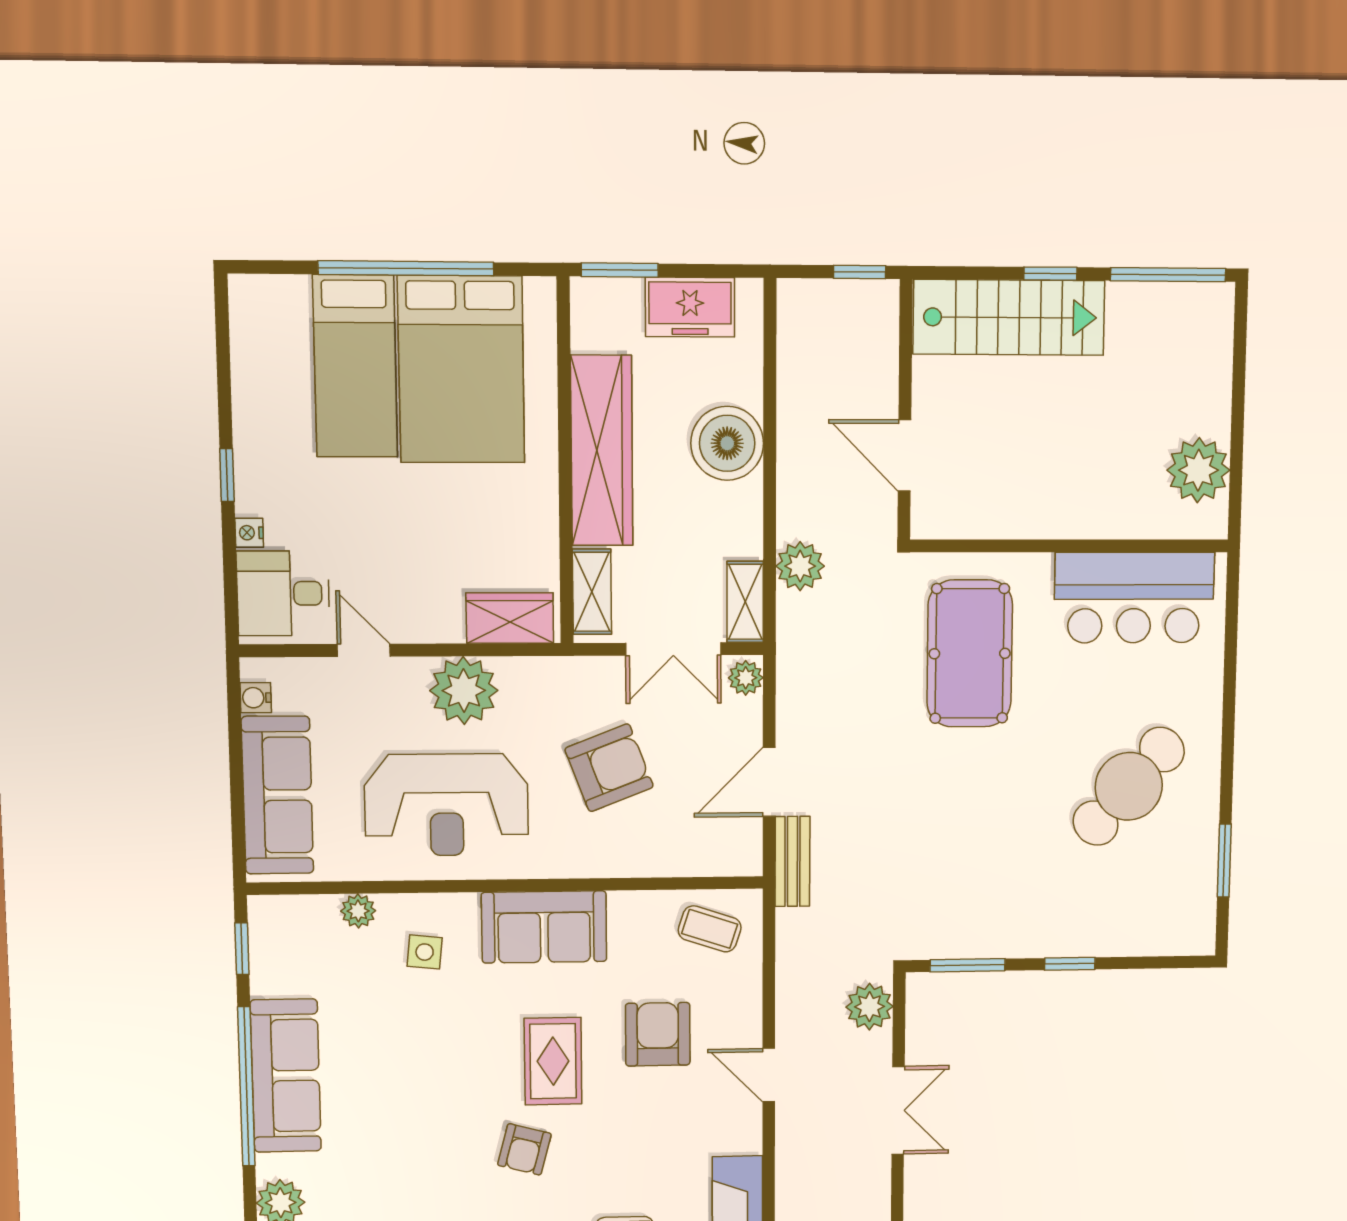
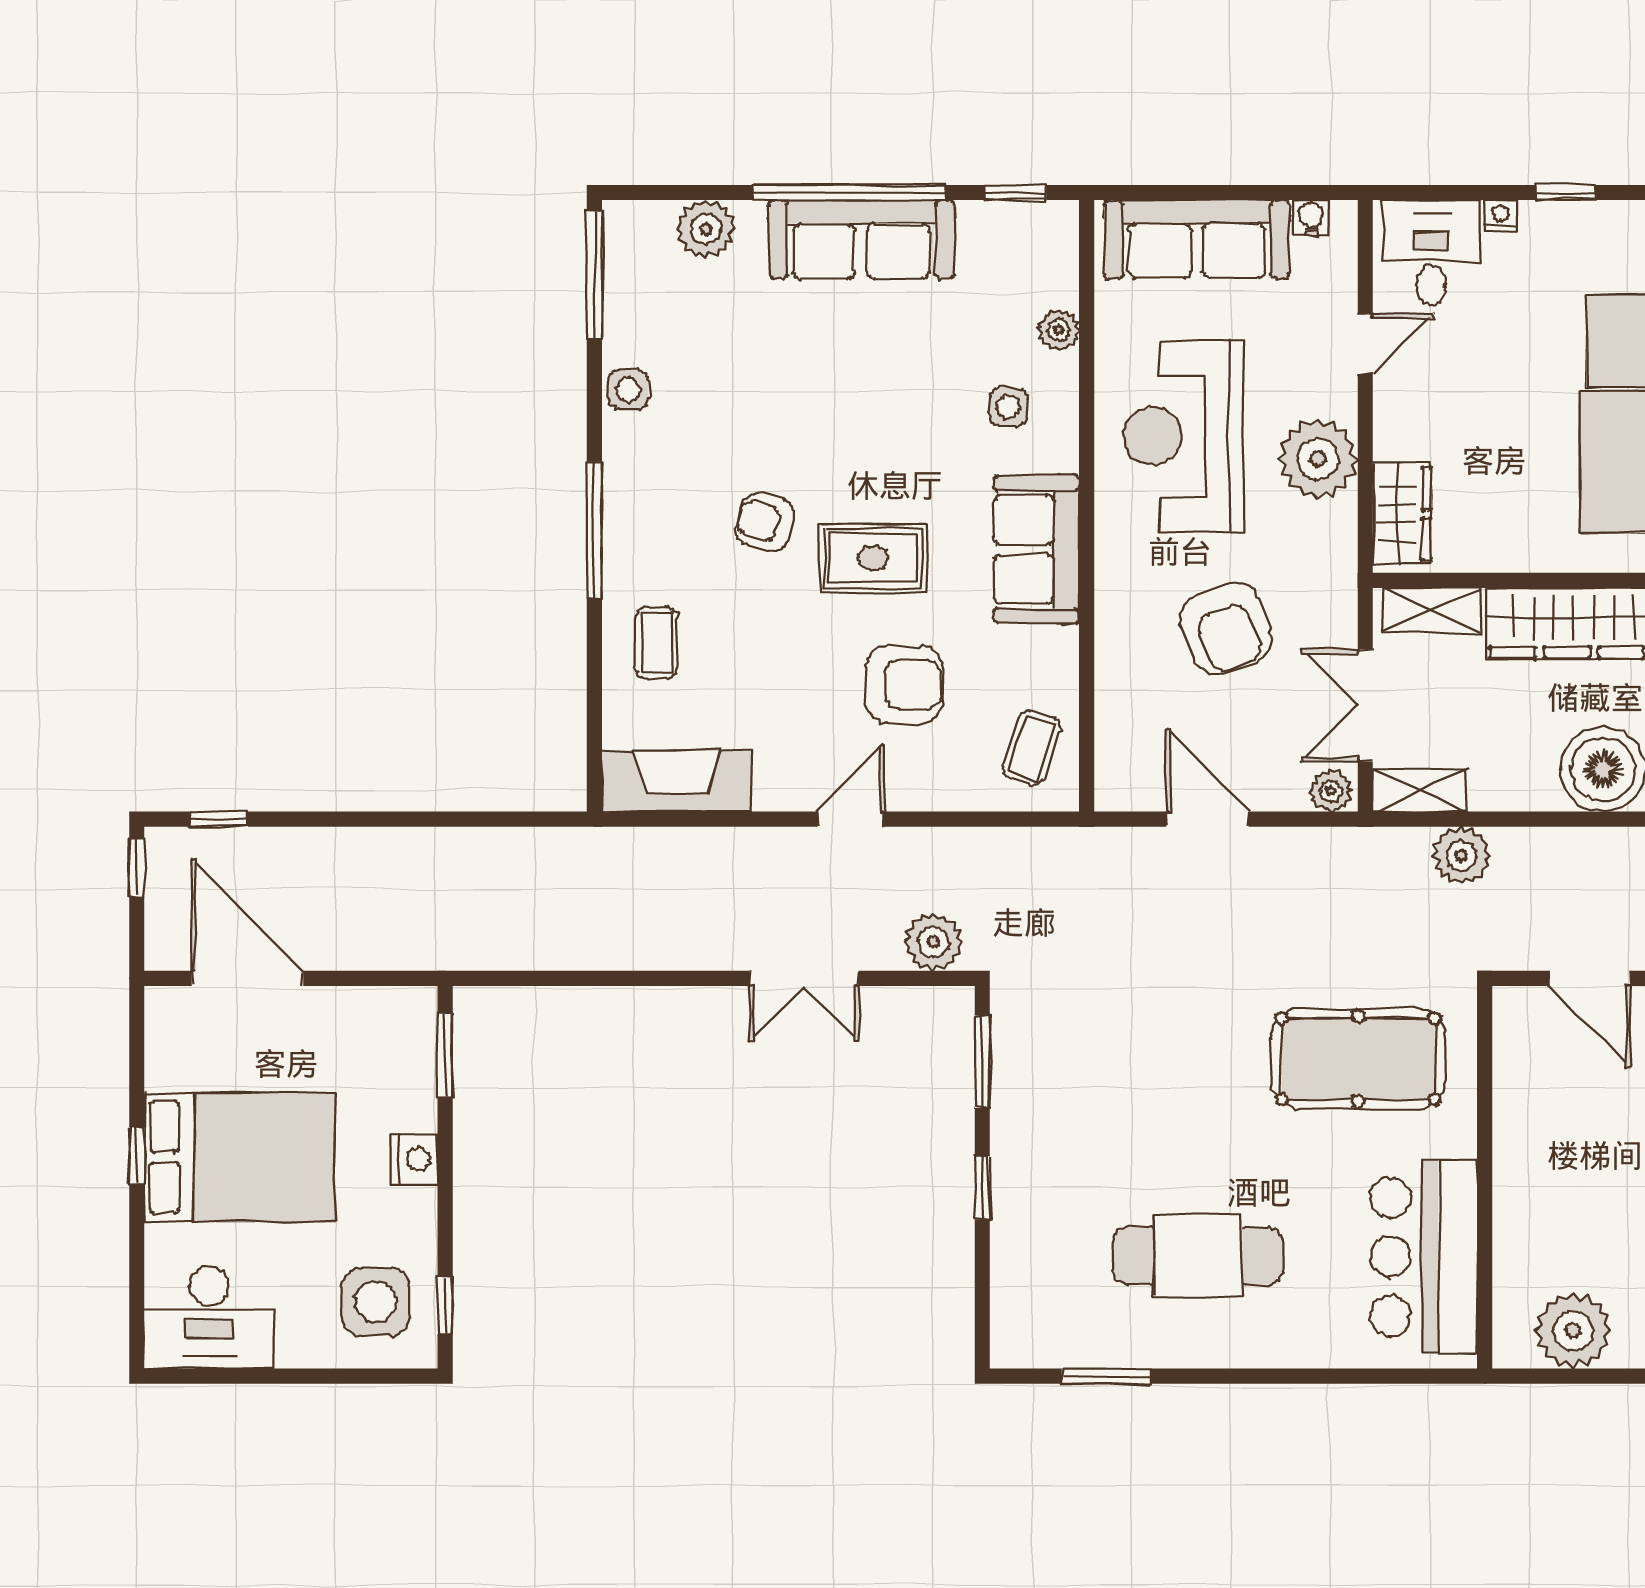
door: (905, 455) -> (1589, 978), swing flipped
cafe table: (1129, 786) -> (1198, 1256), turned -42
bench: (792, 861) -> (1112, 847), removed

